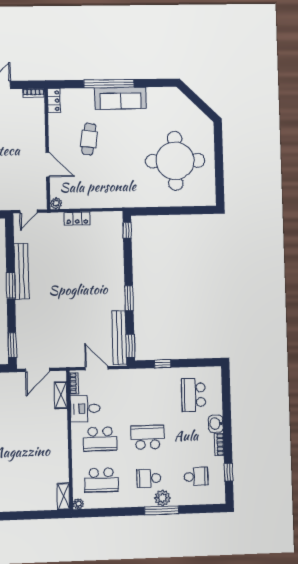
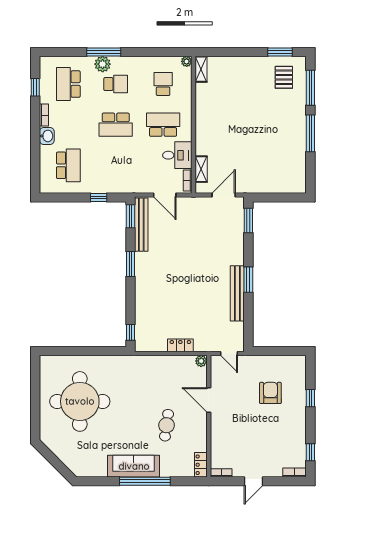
door: (29, 211) -> (229, 353), swing flipped
school desk: (196, 477) -> (68, 84), width x1.85
school desk: (101, 480) -> (163, 84), width x0.54

